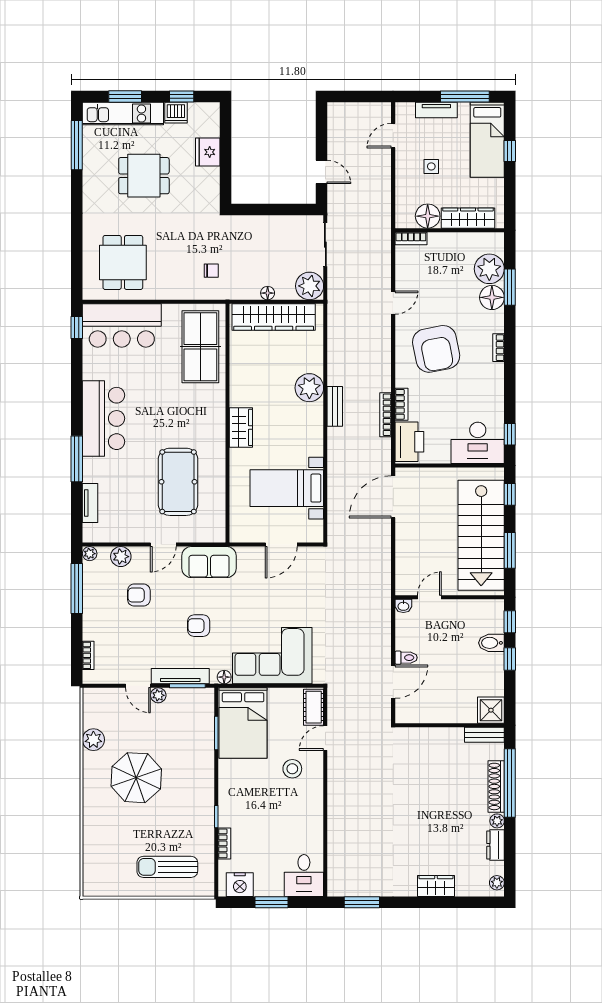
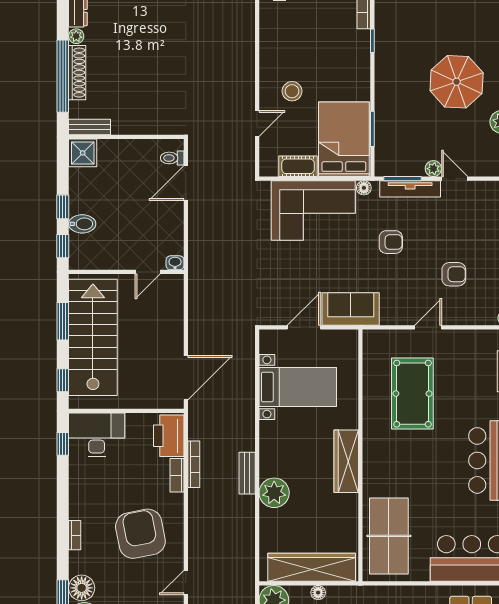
wardrobe: (241, 427) -> (346, 461), width x1.50
plant: (121, 557) -> (473, 315), removed
sofa: (209, 562) -> (351, 309), moved
toilet: (406, 658) -> (172, 158), moved
cot: (314, 707) -> (298, 166), moved, turned 90

